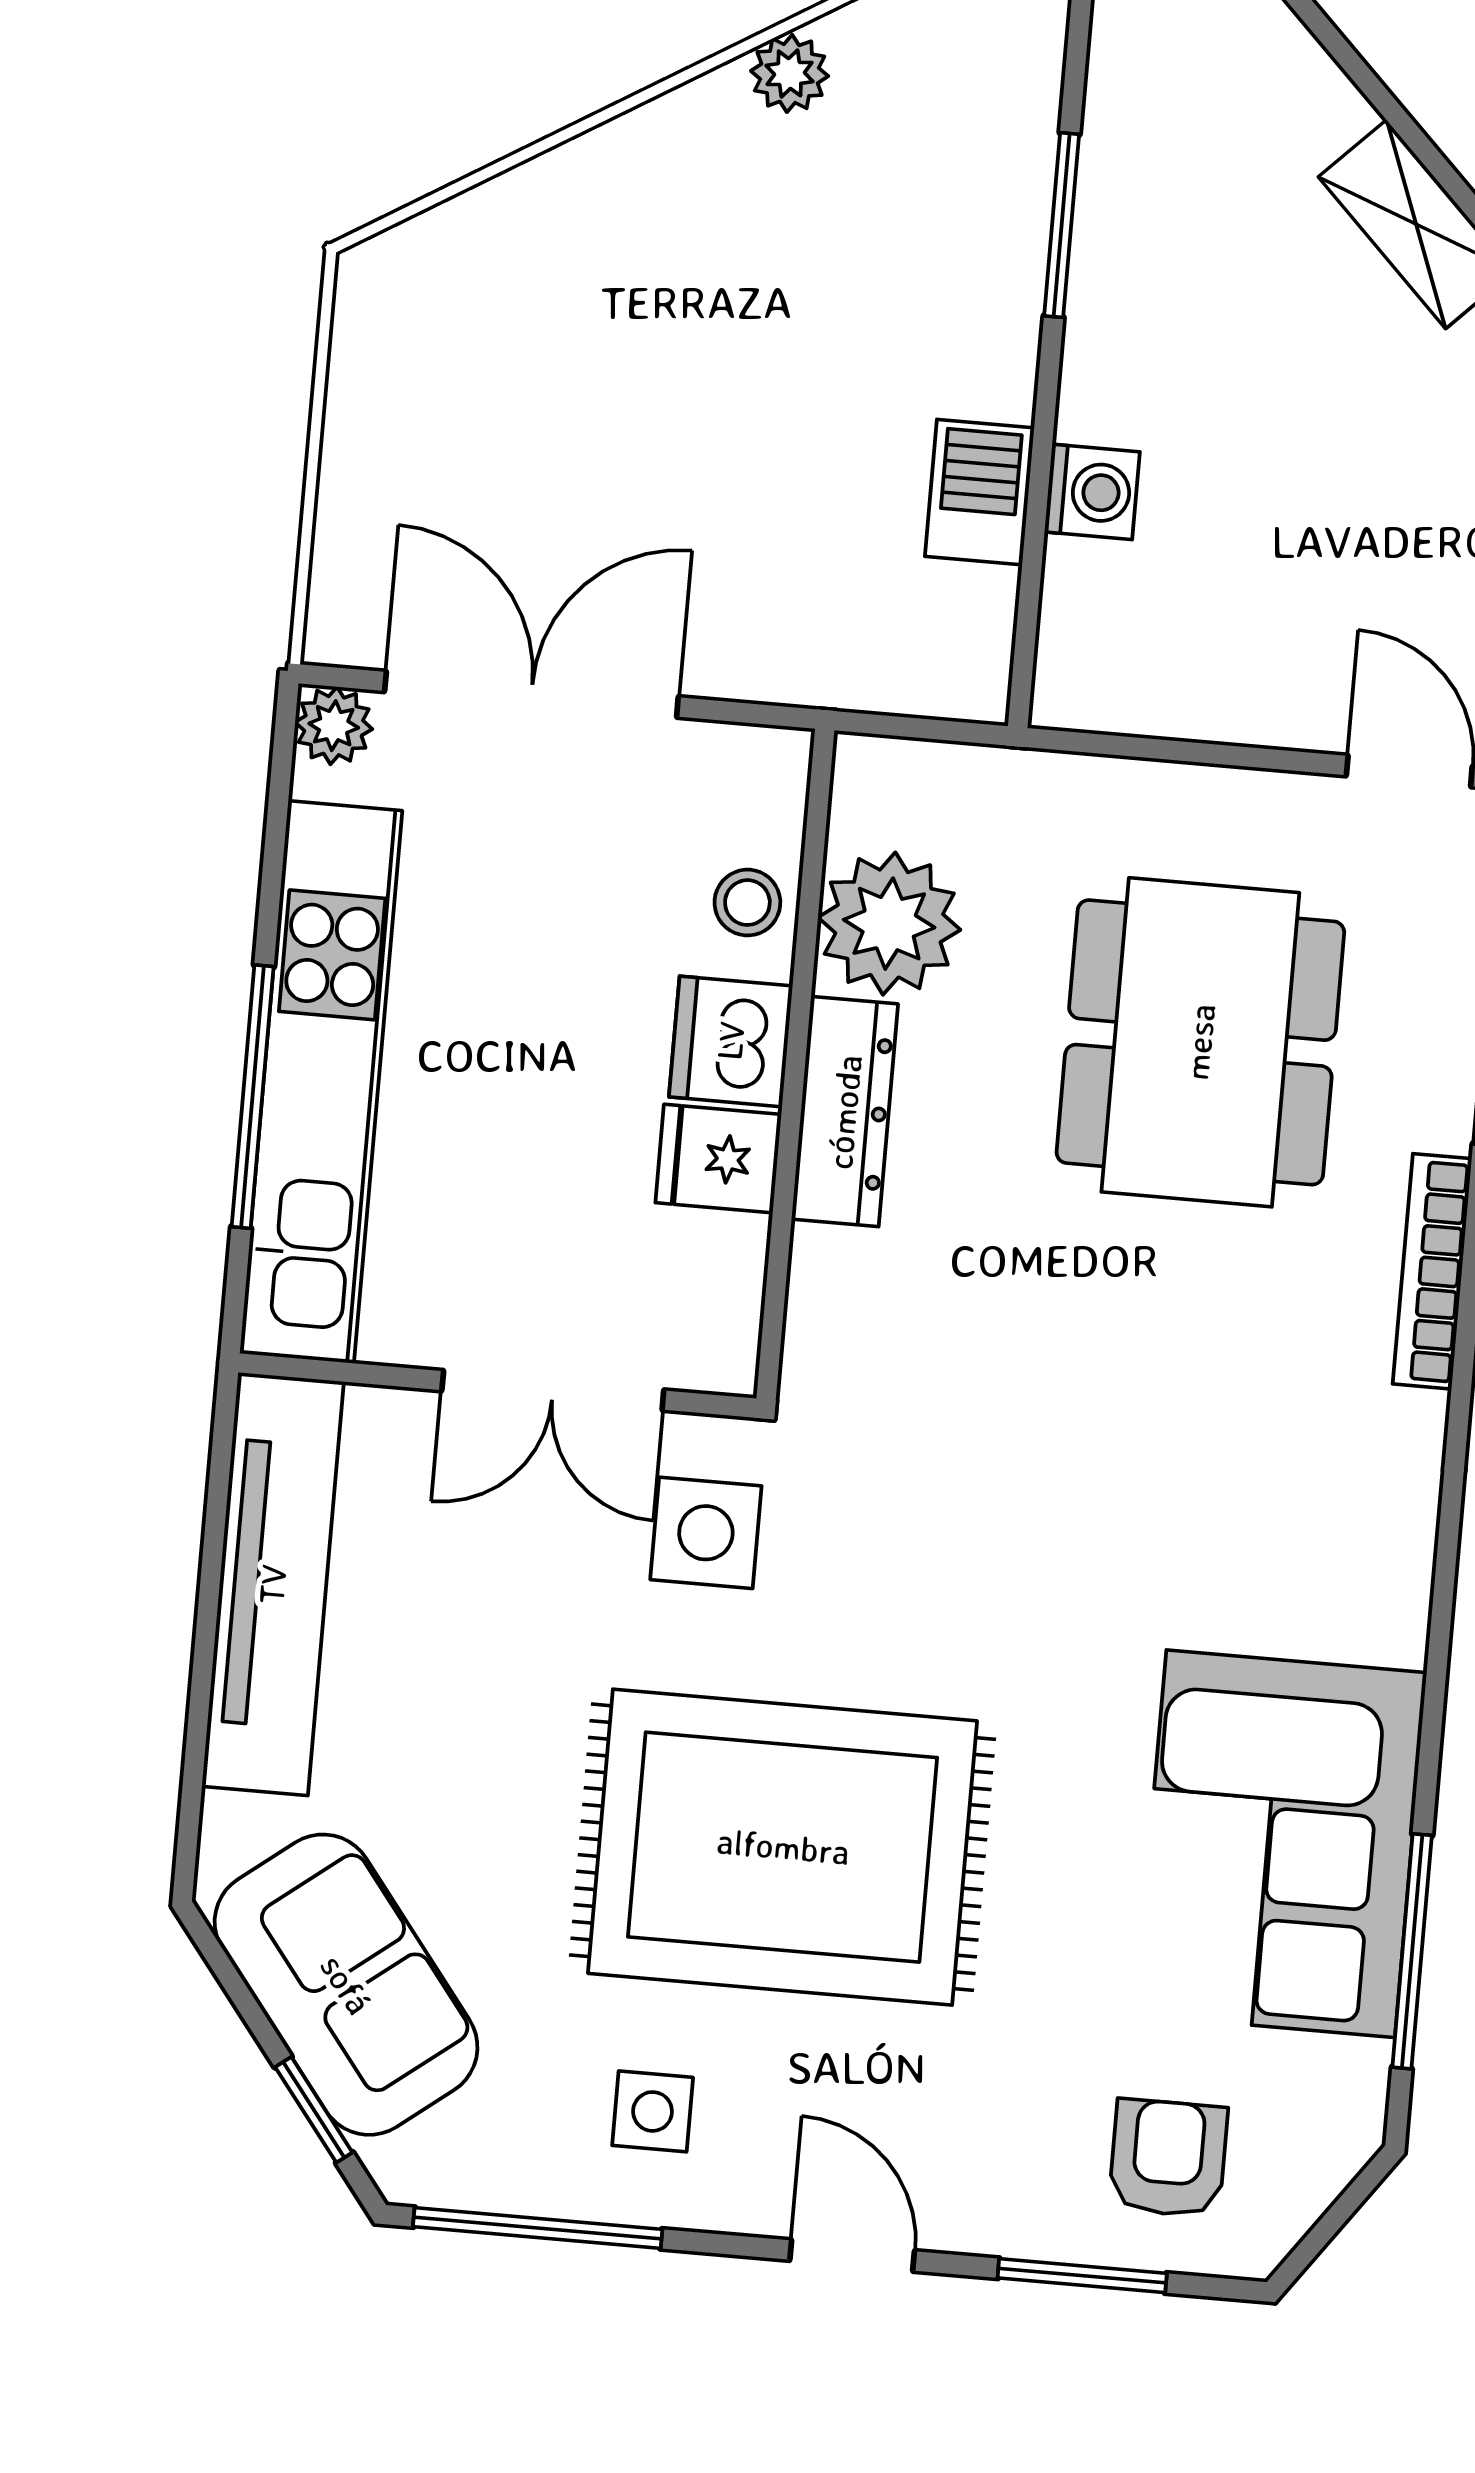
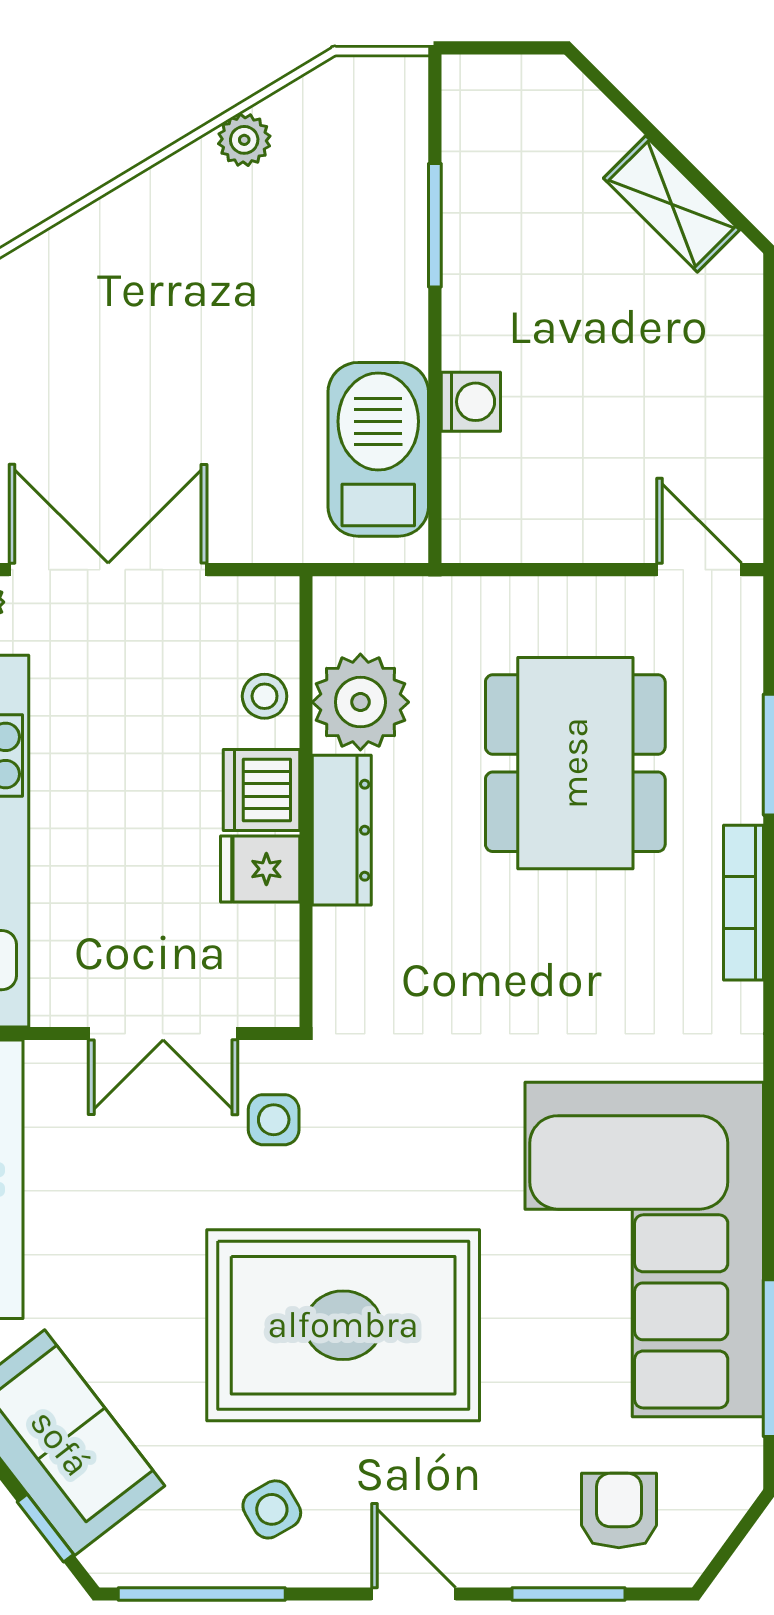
barbecue: (980, 492) -> (378, 449), width x1.88, depth x1.53
side table: (706, 1533) -> (274, 1120), width x0.73, depth x0.73
corner sofa: (1281, 1844) -> (644, 1249), width x1.36, depth x1.36
side table: (653, 2111) -> (272, 1509), turned -30

